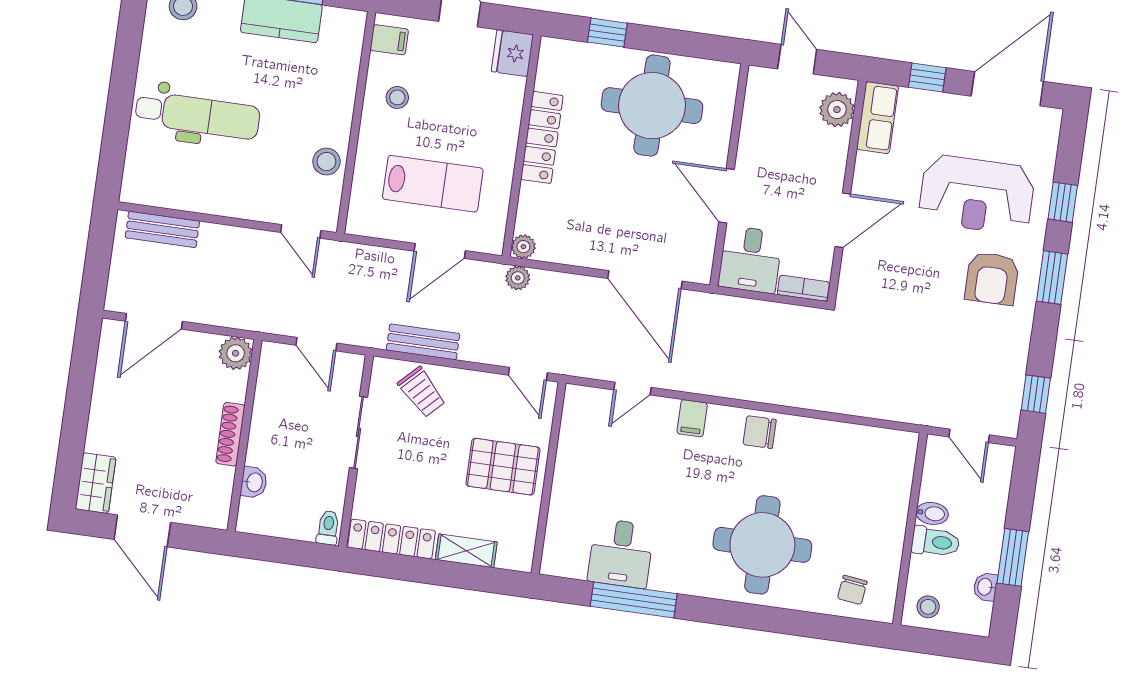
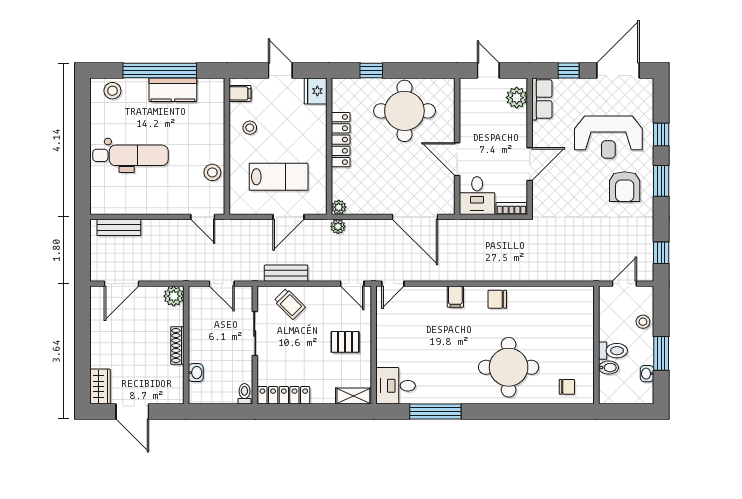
door: (633, 389) -> (393, 284), moved
door: (969, 436) -> (624, 284), swing flipped
pallet: (503, 467) -> (345, 342), width x0.67, depth x0.71
bidet: (932, 513) -> (609, 368), moved
shelving: (466, 551) -> (353, 396), moved
desk: (621, 553) -> (396, 386), moved, turned 90
chair: (852, 590) -> (567, 387), turned -97
stool: (928, 607) -> (643, 322), moved

